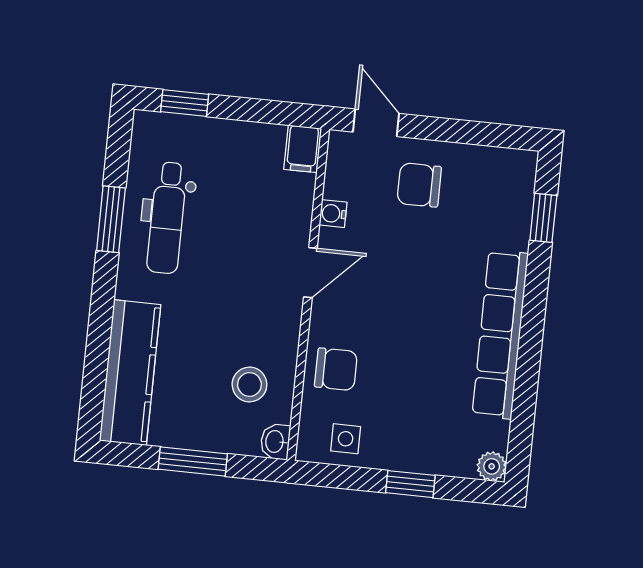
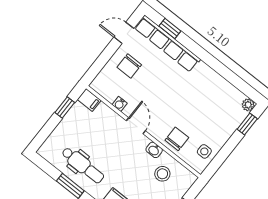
window: (185, 103) -> (65, 107), moved
door: (376, 123) -> (124, 33), moved
row of seats: (500, 334) -> (167, 44), moved
washbasin: (275, 442) -> (154, 150), moved
window: (410, 484) -> (247, 124), moved

